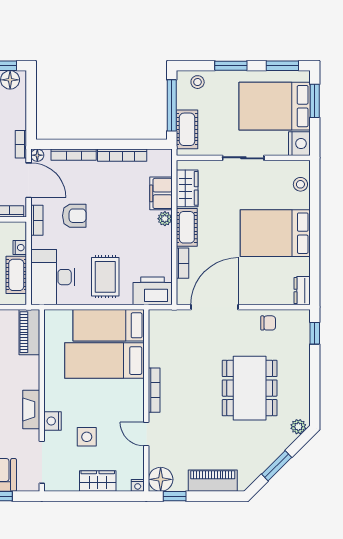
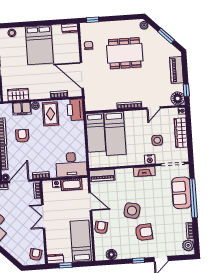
armchair: (74, 216) -> (22, 136), moved
cot: (187, 227) -> (39, 93), removed
rug: (105, 277) -> (50, 114), moved, turned 90
wardrobe: (98, 481) -> (181, 133), width x1.50

